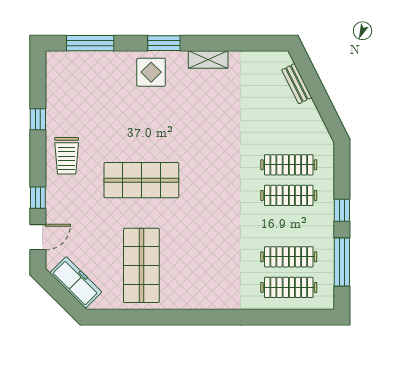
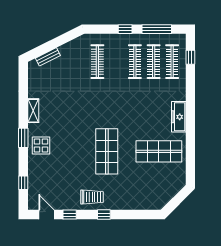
window: (90, 43) -> (23, 183), width x0.46
clothes rail: (289, 195) -> (135, 62), moved
window: (38, 198) -> (104, 215), moved
door: (38, 237) -> (46, 215), moved
freezer: (76, 282) -> (179, 117), moved, turned -45
window: (296, 317) -> (190, 57), added

